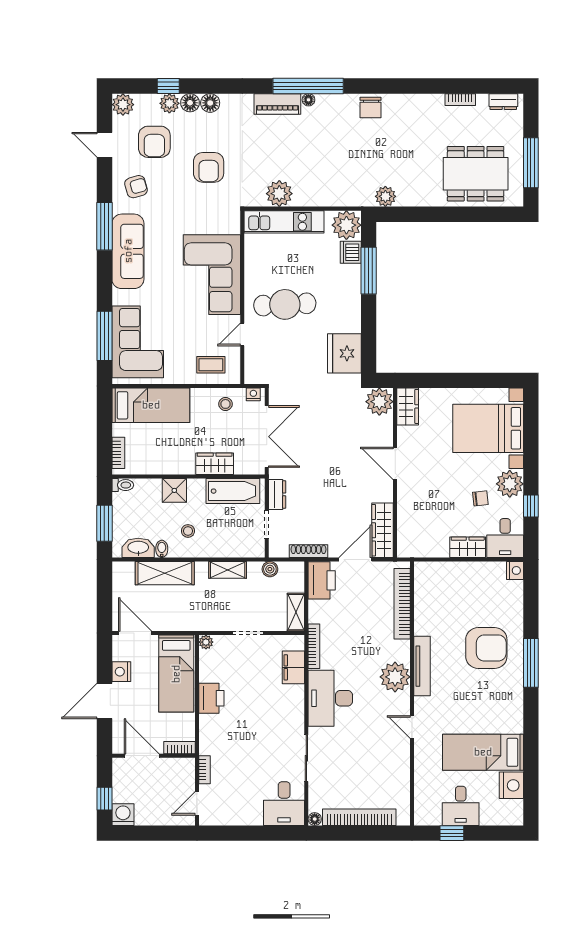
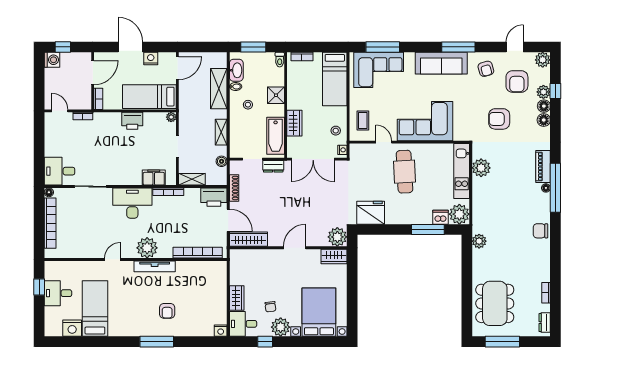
armchair: (154, 142) -> (517, 81), turned -90
armchair: (486, 648) -> (167, 311), width x0.53, depth x0.53

